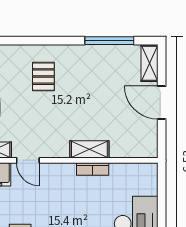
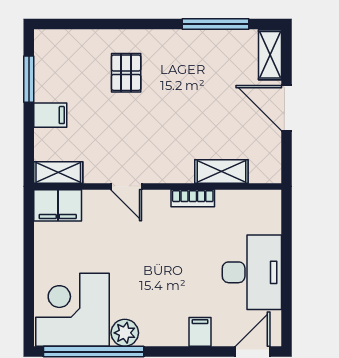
shelving: (89, 149) -> (221, 171), moved
door: (28, 160) -> (126, 186), moved

